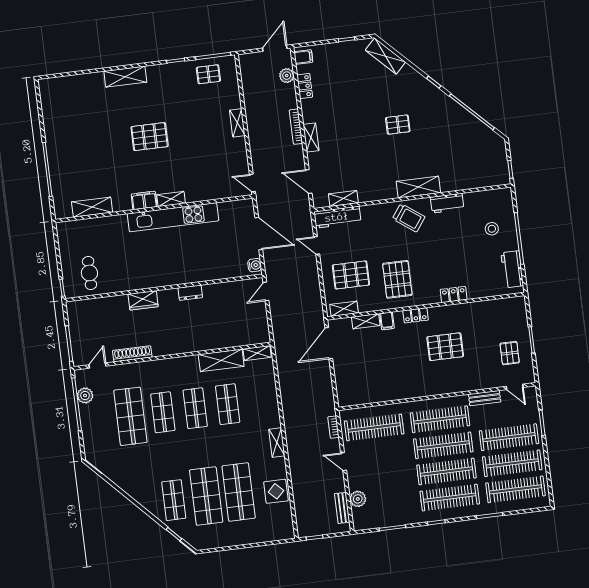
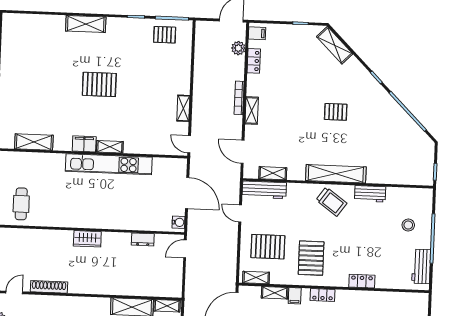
shelving: (237, 123) -> (183, 108), moved
shelving: (418, 187) -> (336, 174), width x1.47
dresser: (190, 293) -> (143, 239), moved
wardrobe: (143, 300) -> (87, 239), moved

